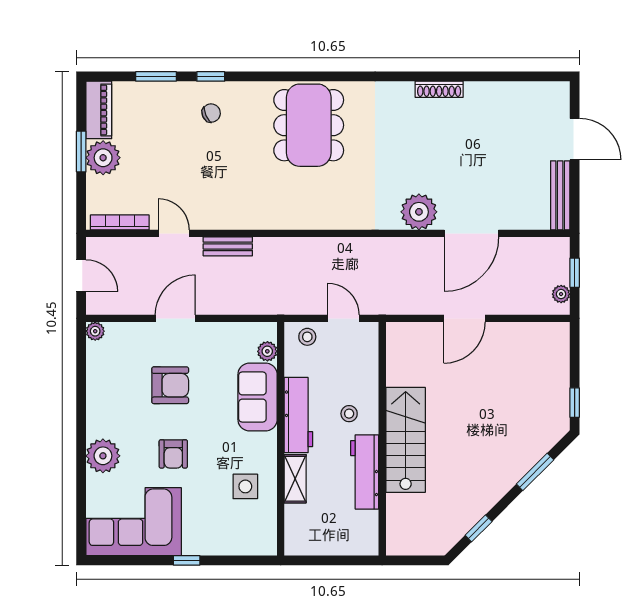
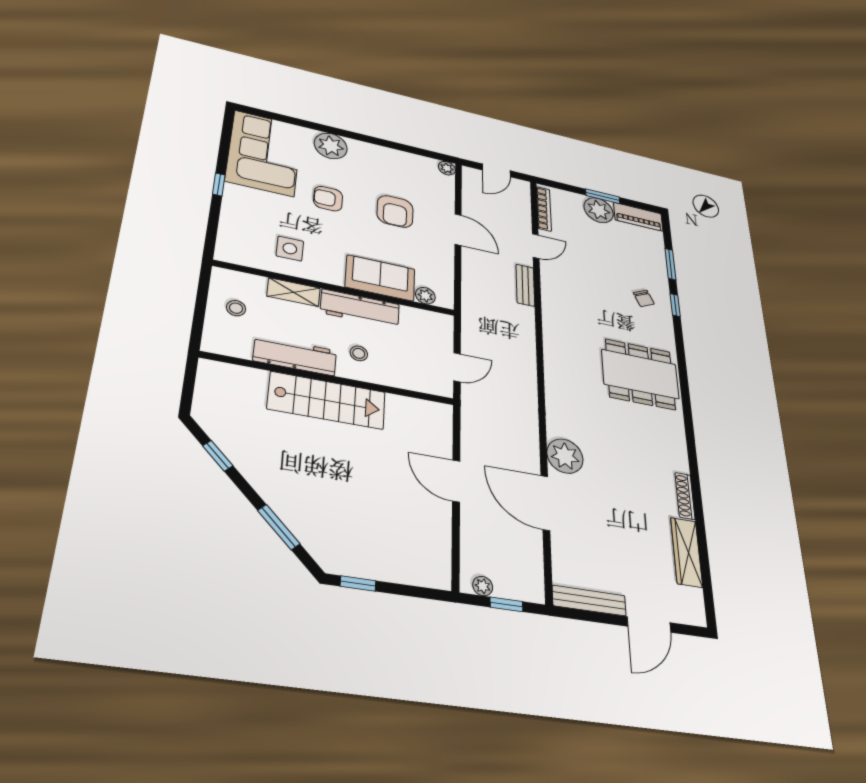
wardrobe: (498, 94) -> (687, 552), added
stool: (307, 337) -> (236, 308), moved

